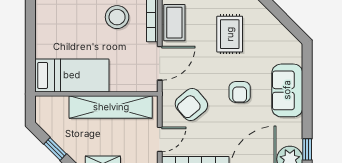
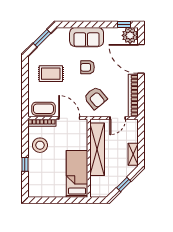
window: (286, 20) -> (42, 38), added
armchair: (240, 92) -> (88, 67), turned 180
door: (160, 139) -> (118, 118), swing flipped

